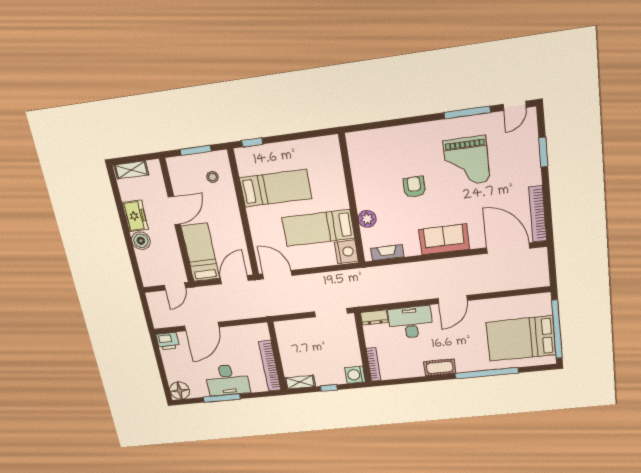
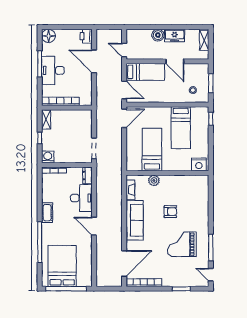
sofa: (444, 239) -> (135, 220), width x1.36
nightstand: (346, 252) -> (199, 164), moved

